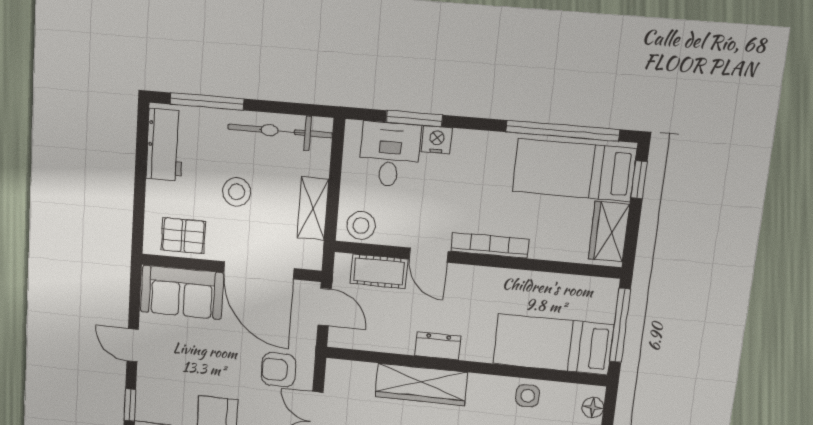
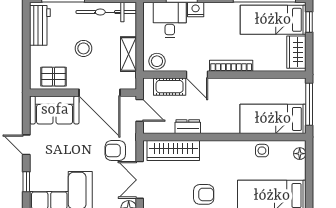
dresser: (438, 346) -> (188, 127), moved
wardrobe: (421, 384) -> (173, 150), moved

